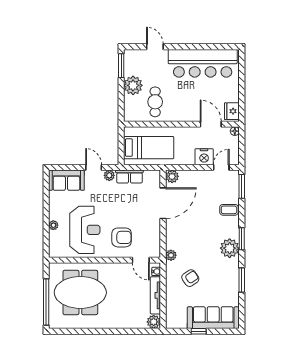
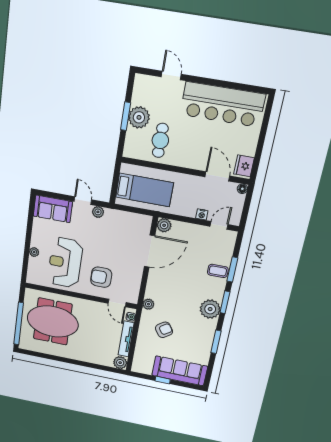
window: (121, 66) -> (126, 116), moved
nightstand: (204, 157) -> (202, 214), width x0.53, depth x0.56
row of seats: (129, 177) -> (119, 217), removed
window: (242, 186) -> (232, 269), moved
reception desk: (85, 230) -> (65, 263), turned 180
armchair: (122, 237) -> (101, 277), turned 180

